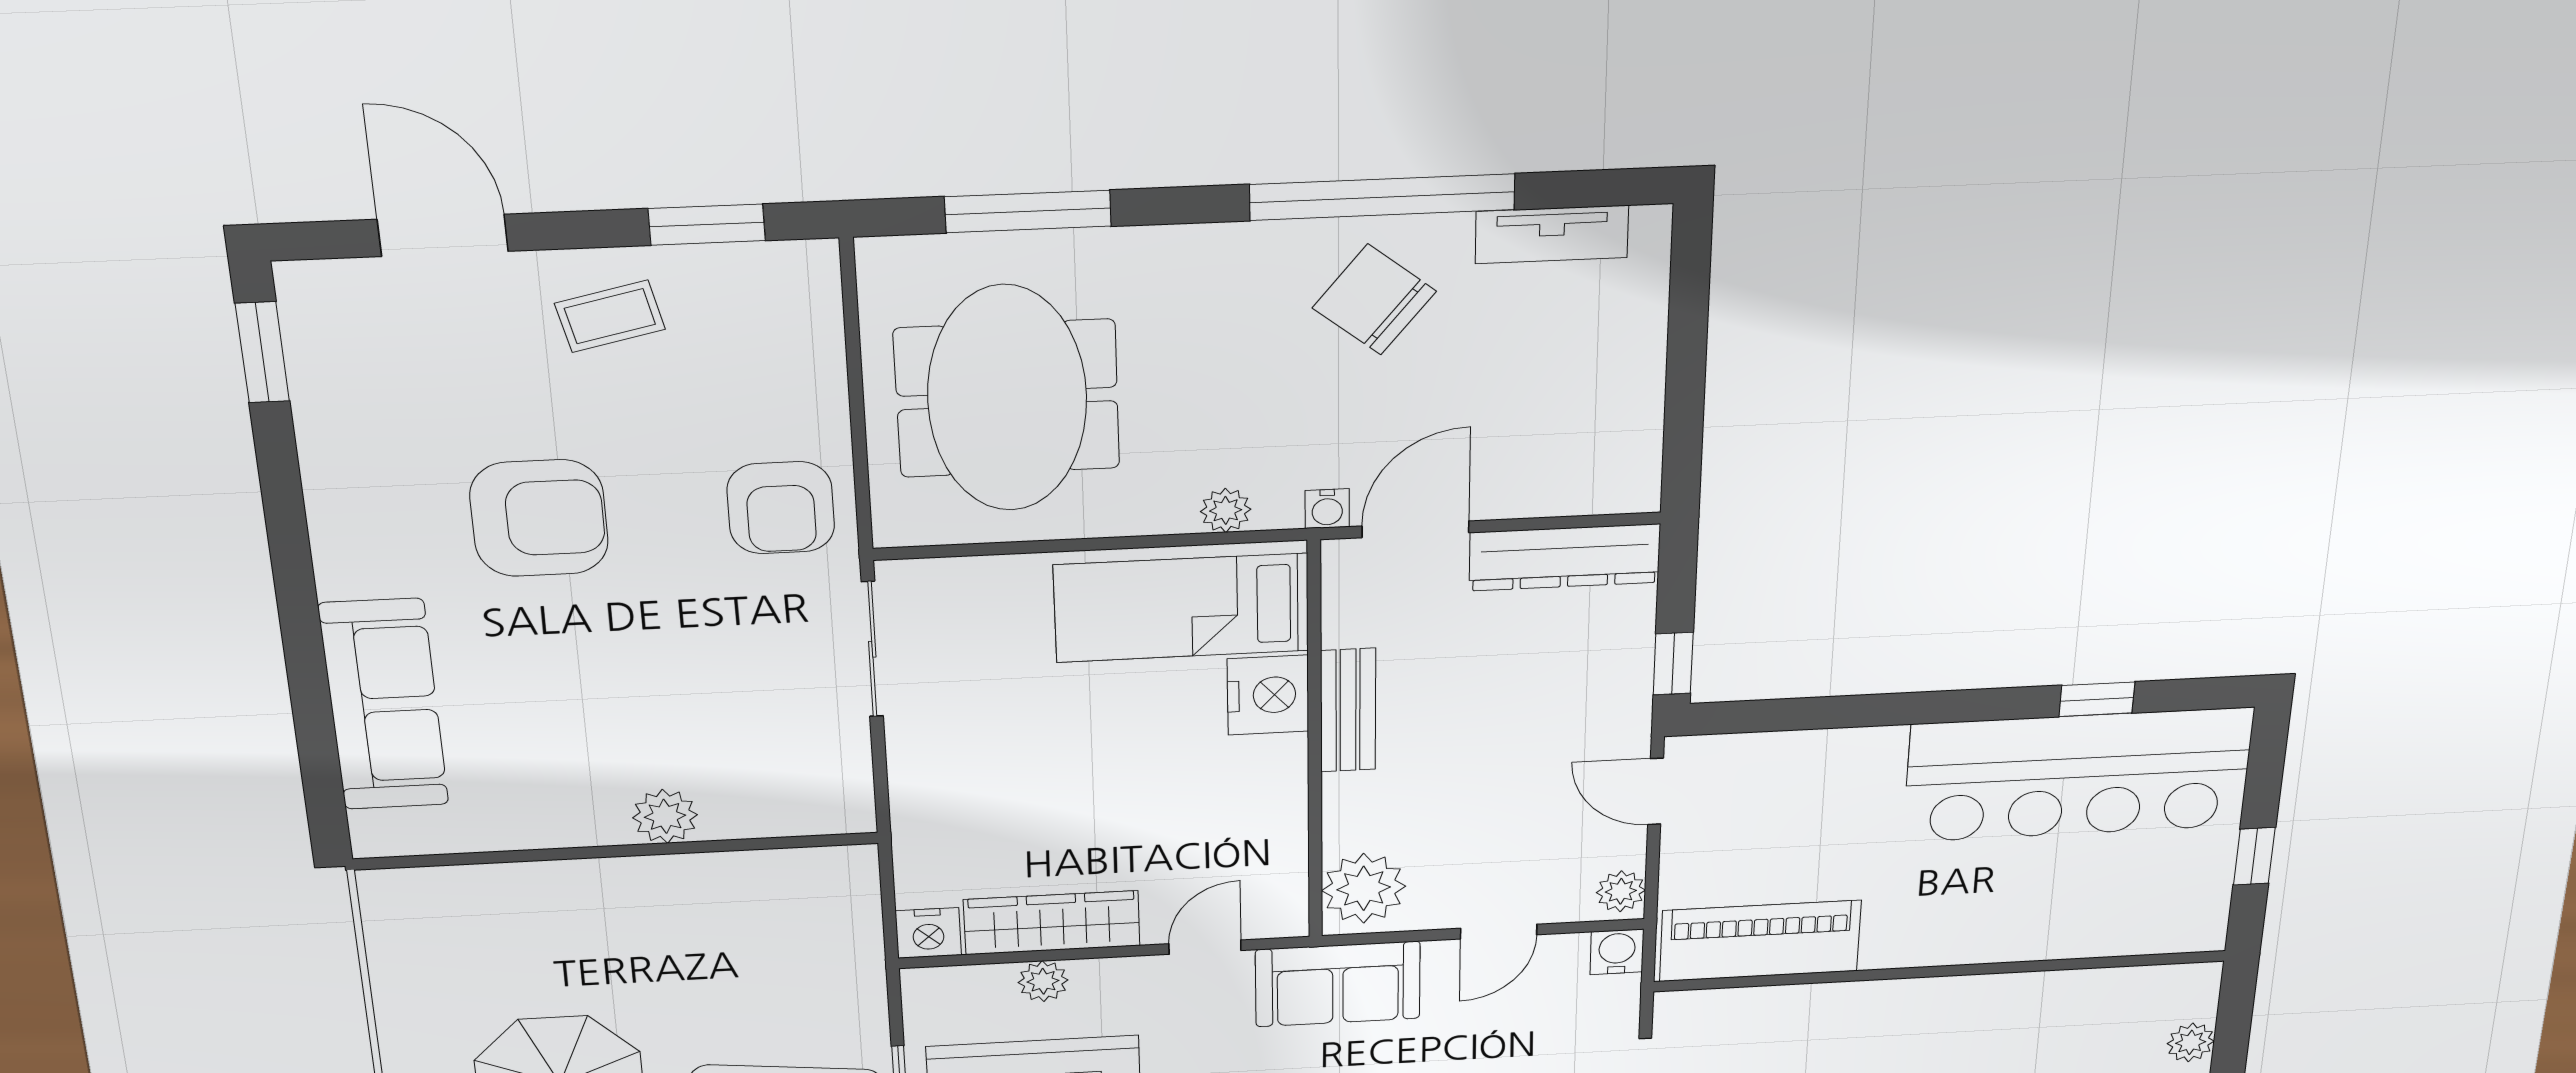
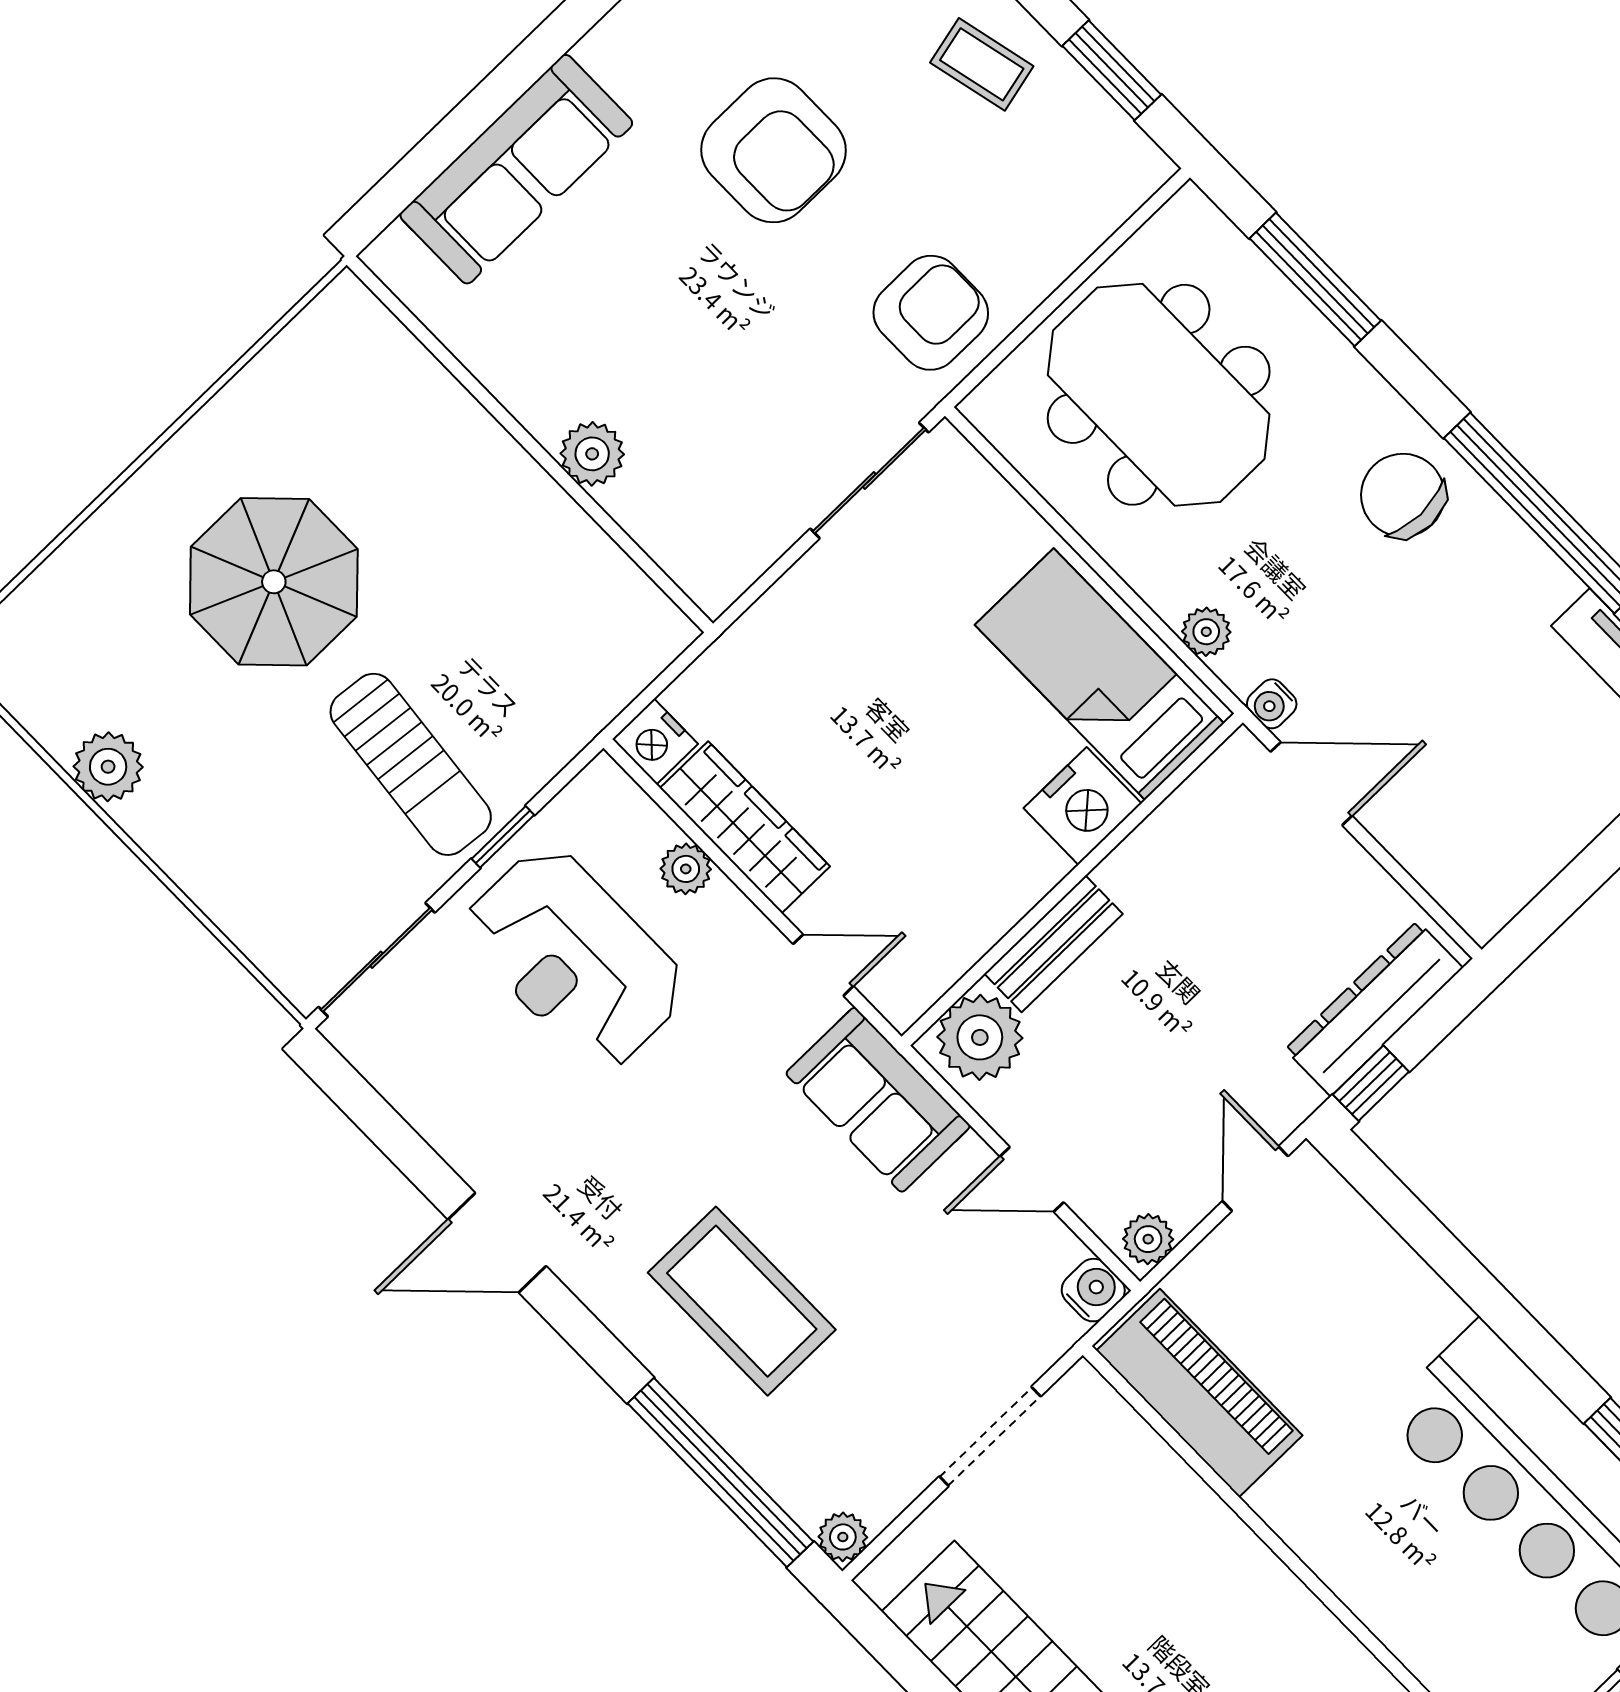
chair: (1374, 300) -> (1403, 495), moved, turned -39
meeting table: (1007, 399) -> (1159, 395), turned 90
armchair: (781, 508) -> (931, 313), turned 180
dresser: (1565, 557) -> (1374, 1009), moved, turned 90
bench: (1348, 710) -> (1054, 944), moved

